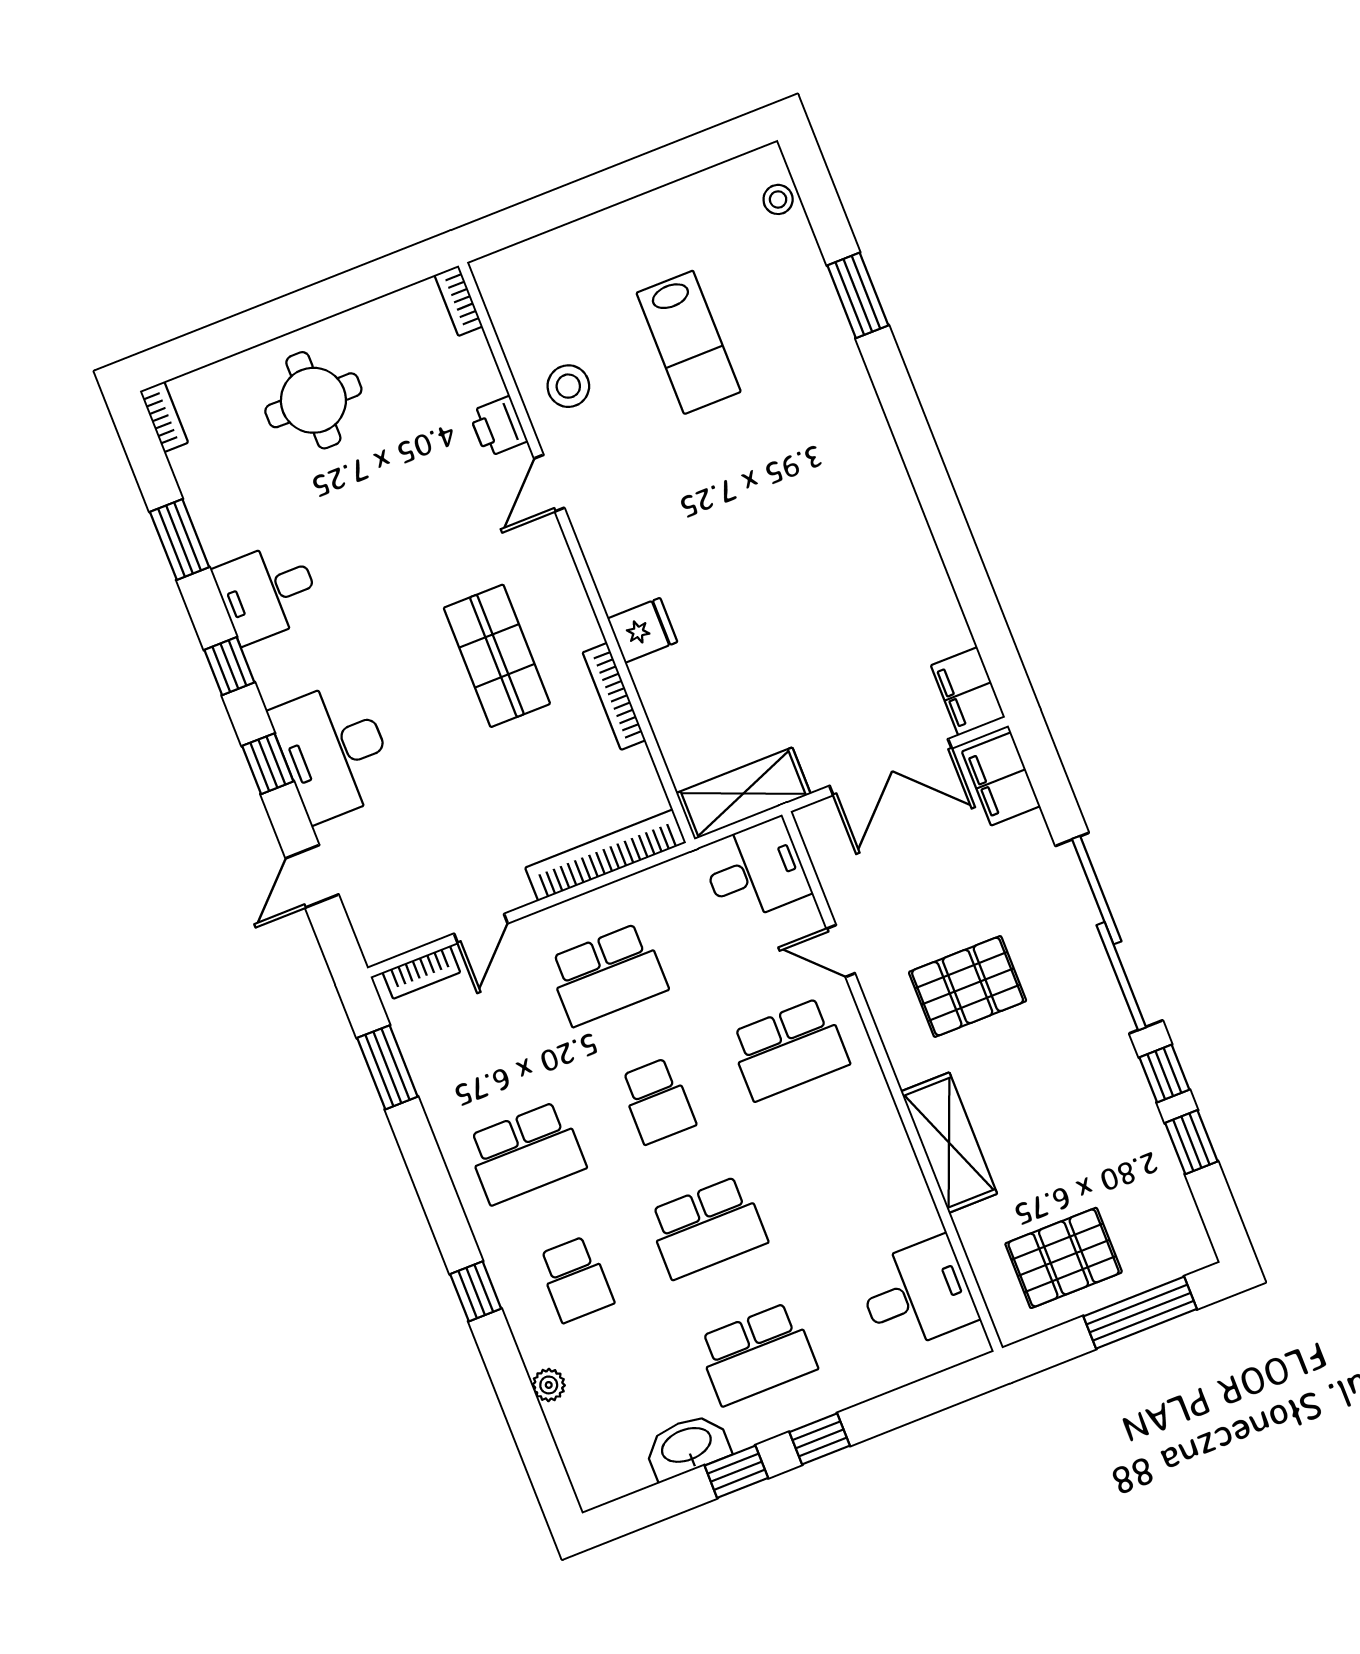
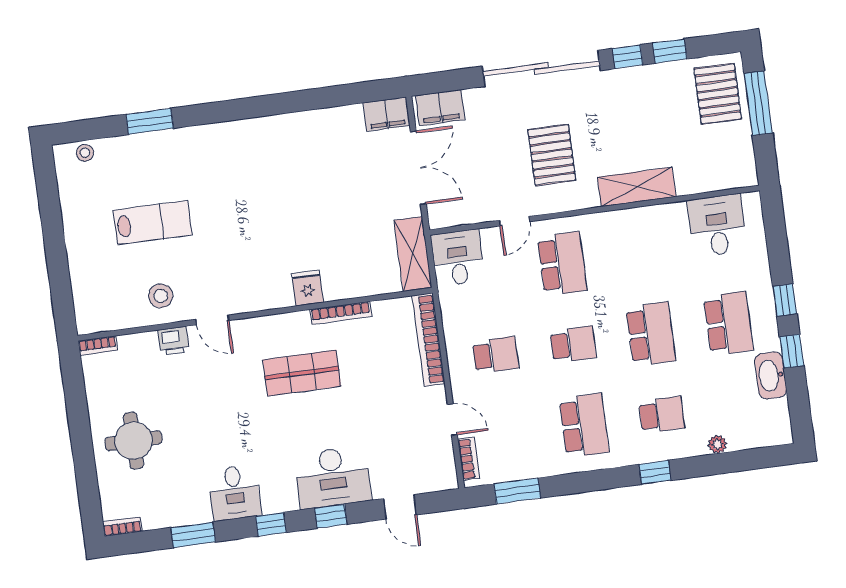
school desk: (607, 974) -> (496, 355), width x0.54
pallet: (1064, 1258) -> (718, 94), moved

